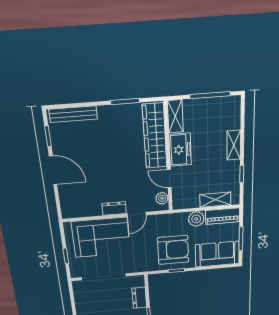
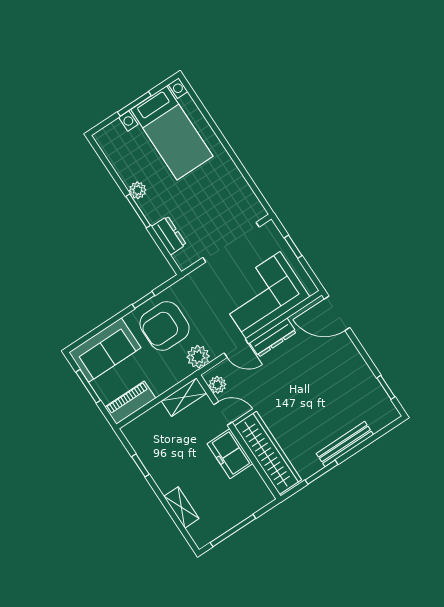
bench: (73, 114) -> (345, 444), moved
shelving: (175, 116) -> (258, 487), removed
shelving: (234, 145) -> (181, 507), moved
door: (53, 170) -> (337, 313), moved
shelving: (215, 200) -> (184, 397), moved
dresser: (114, 208) -> (273, 338), width x1.44
door: (137, 214) -> (236, 348), swing flipped
plant: (196, 219) -> (198, 357), moved

